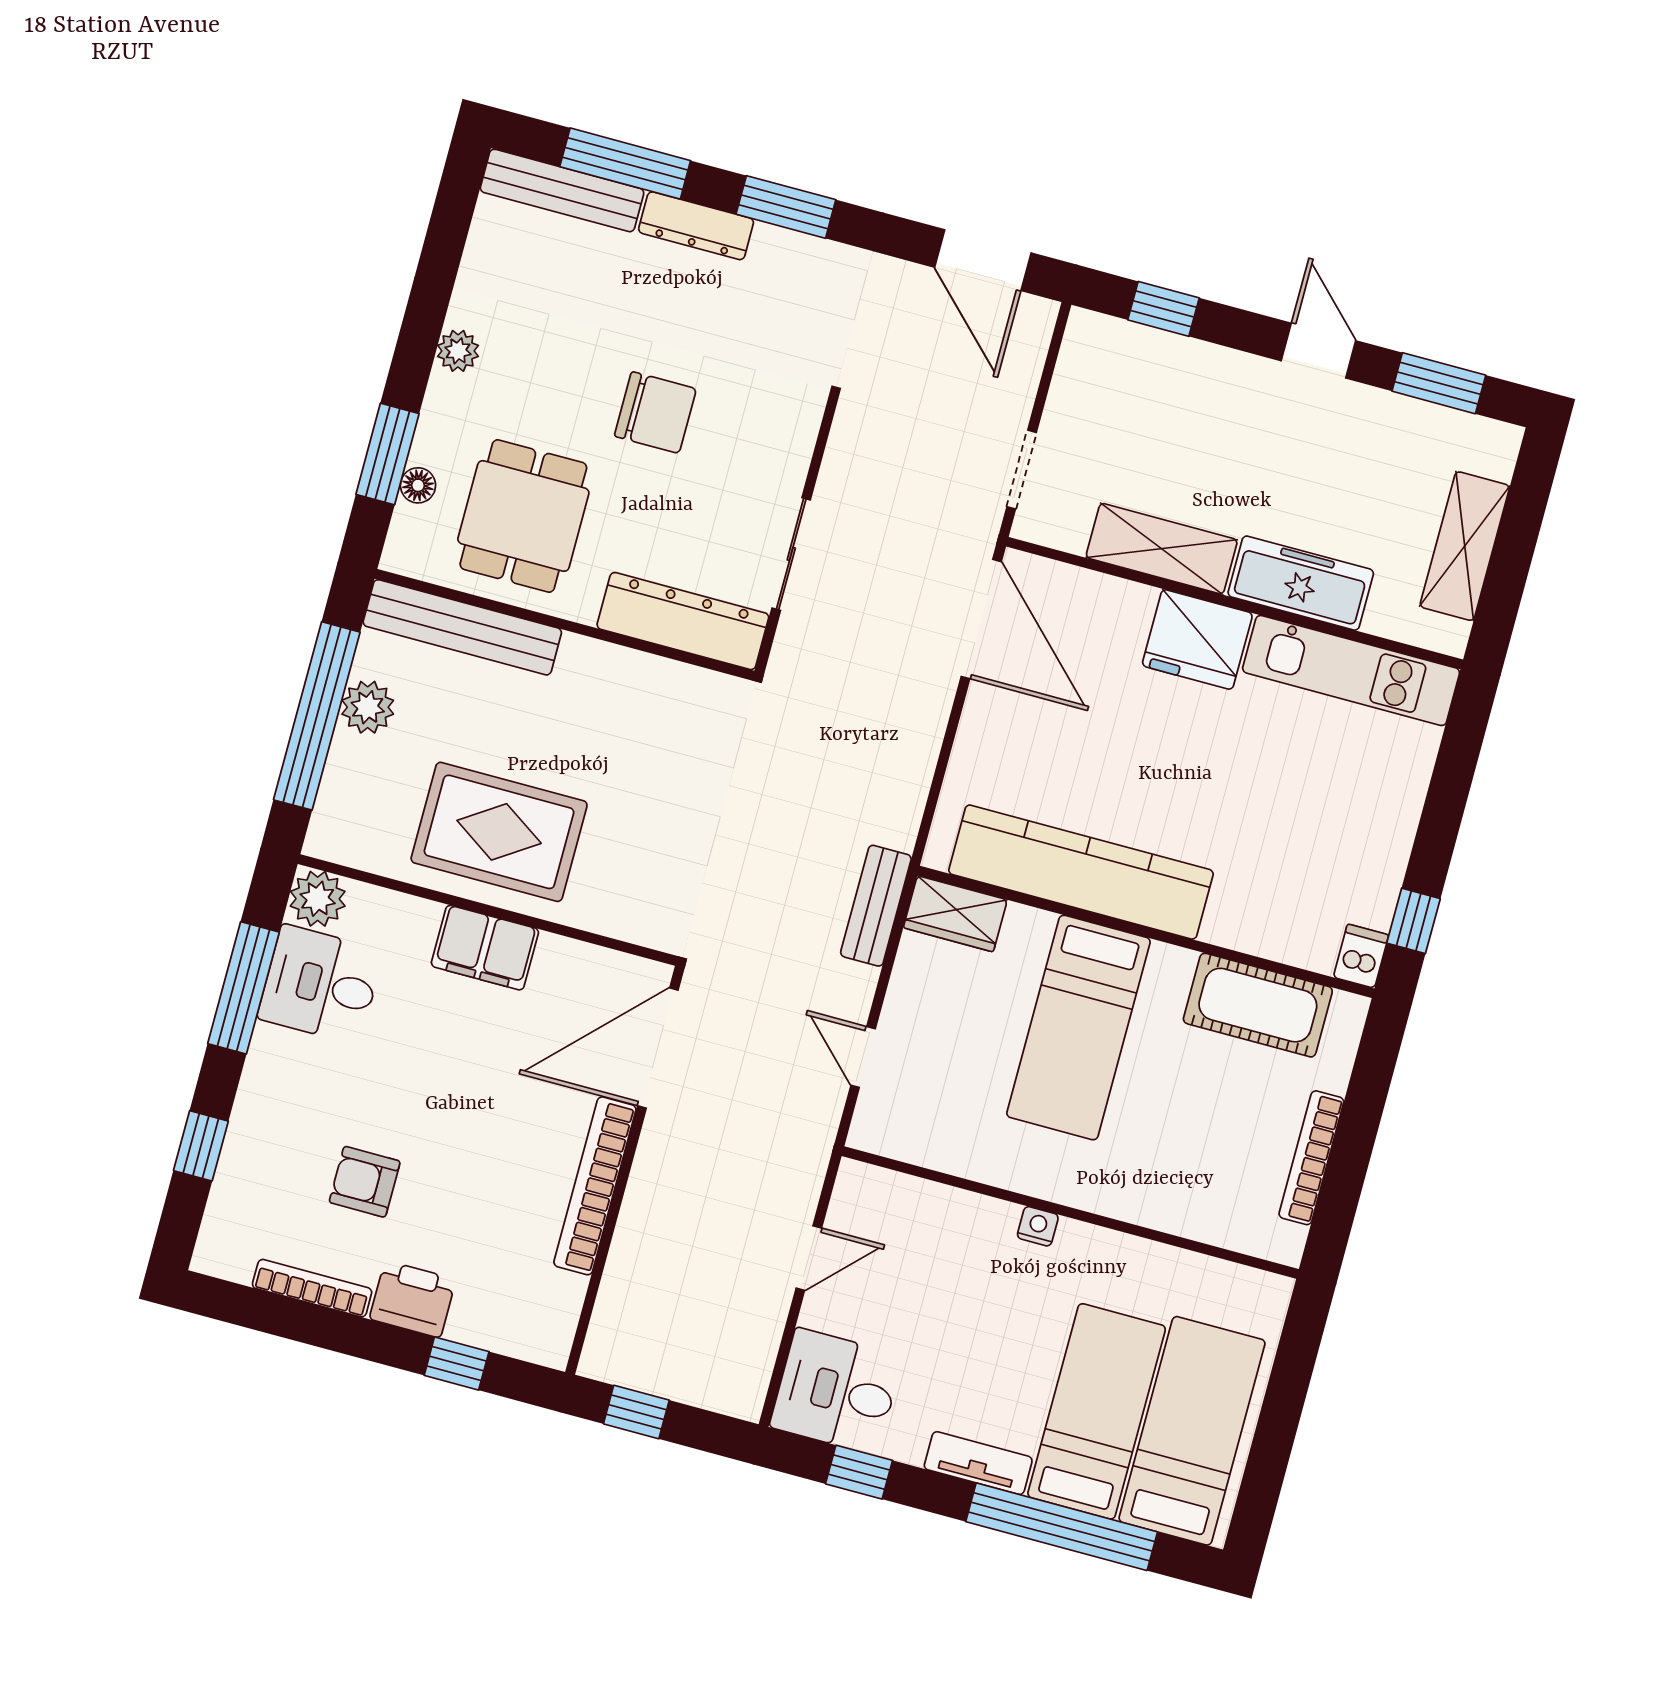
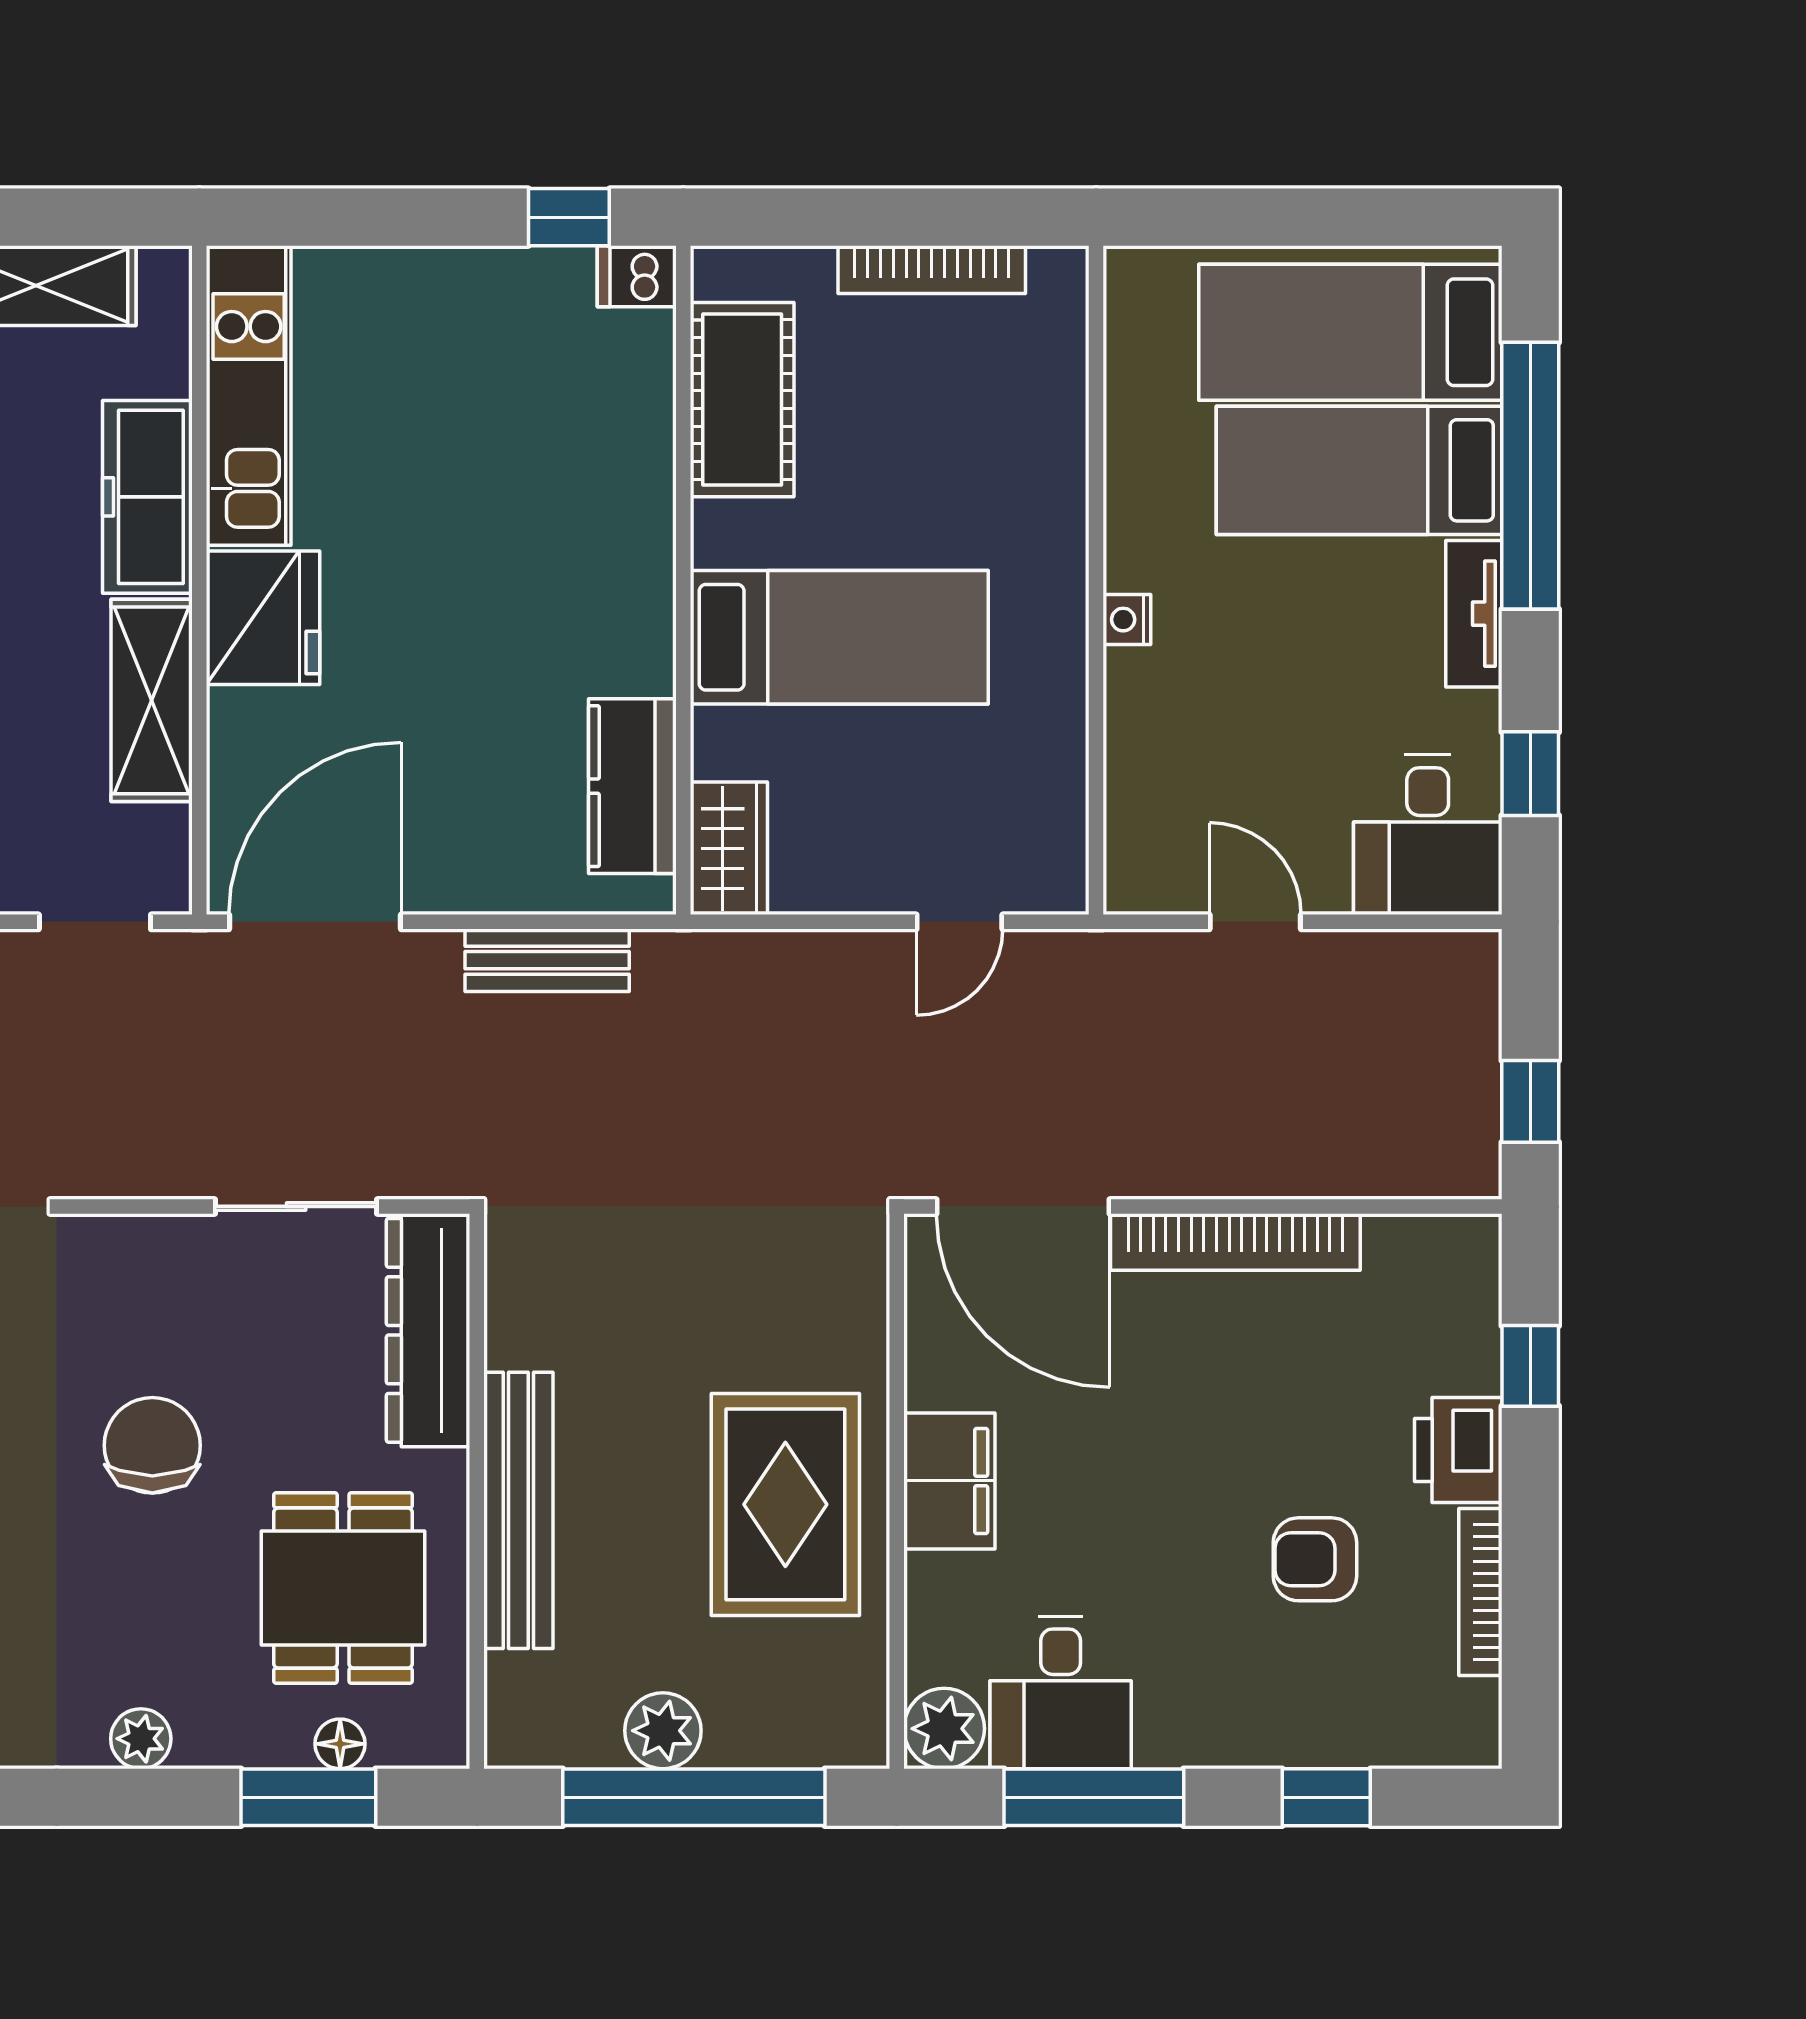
dining table: (523, 516) -> (343, 1588), turned 90
bench: (462, 627) -> (518, 1510), moved
kitchen counter: (1081, 872) -> (632, 786), width x0.48, depth x0.86
bench: (876, 906) -> (547, 960), moved
armchair: (365, 1182) -> (1315, 1559), turned 90

